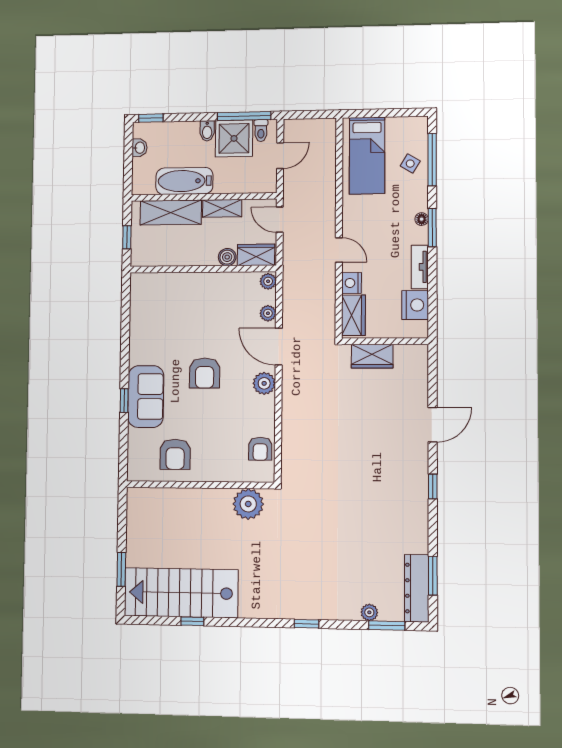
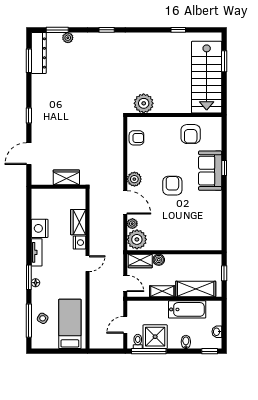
bidet: (207, 131) -> (186, 342), moved
door: (339, 250) -> (87, 264), swing flipped
plant: (268, 281) -> (137, 239), width x1.87, depth x1.87
wall: (385, 341) -> (58, 187), moved
wardrobe: (372, 356) -> (66, 177), moved
armchair: (260, 449) -> (136, 138), turned 90
armchair: (175, 454) -> (191, 134), turned 180
stairs: (181, 593) -> (207, 77), moved, turned 90

